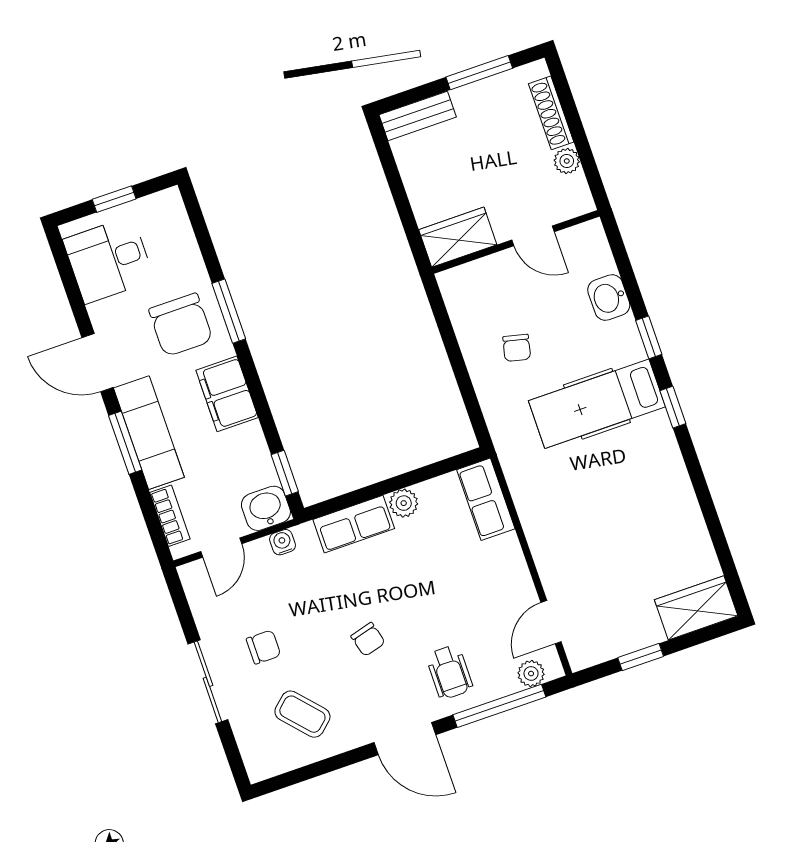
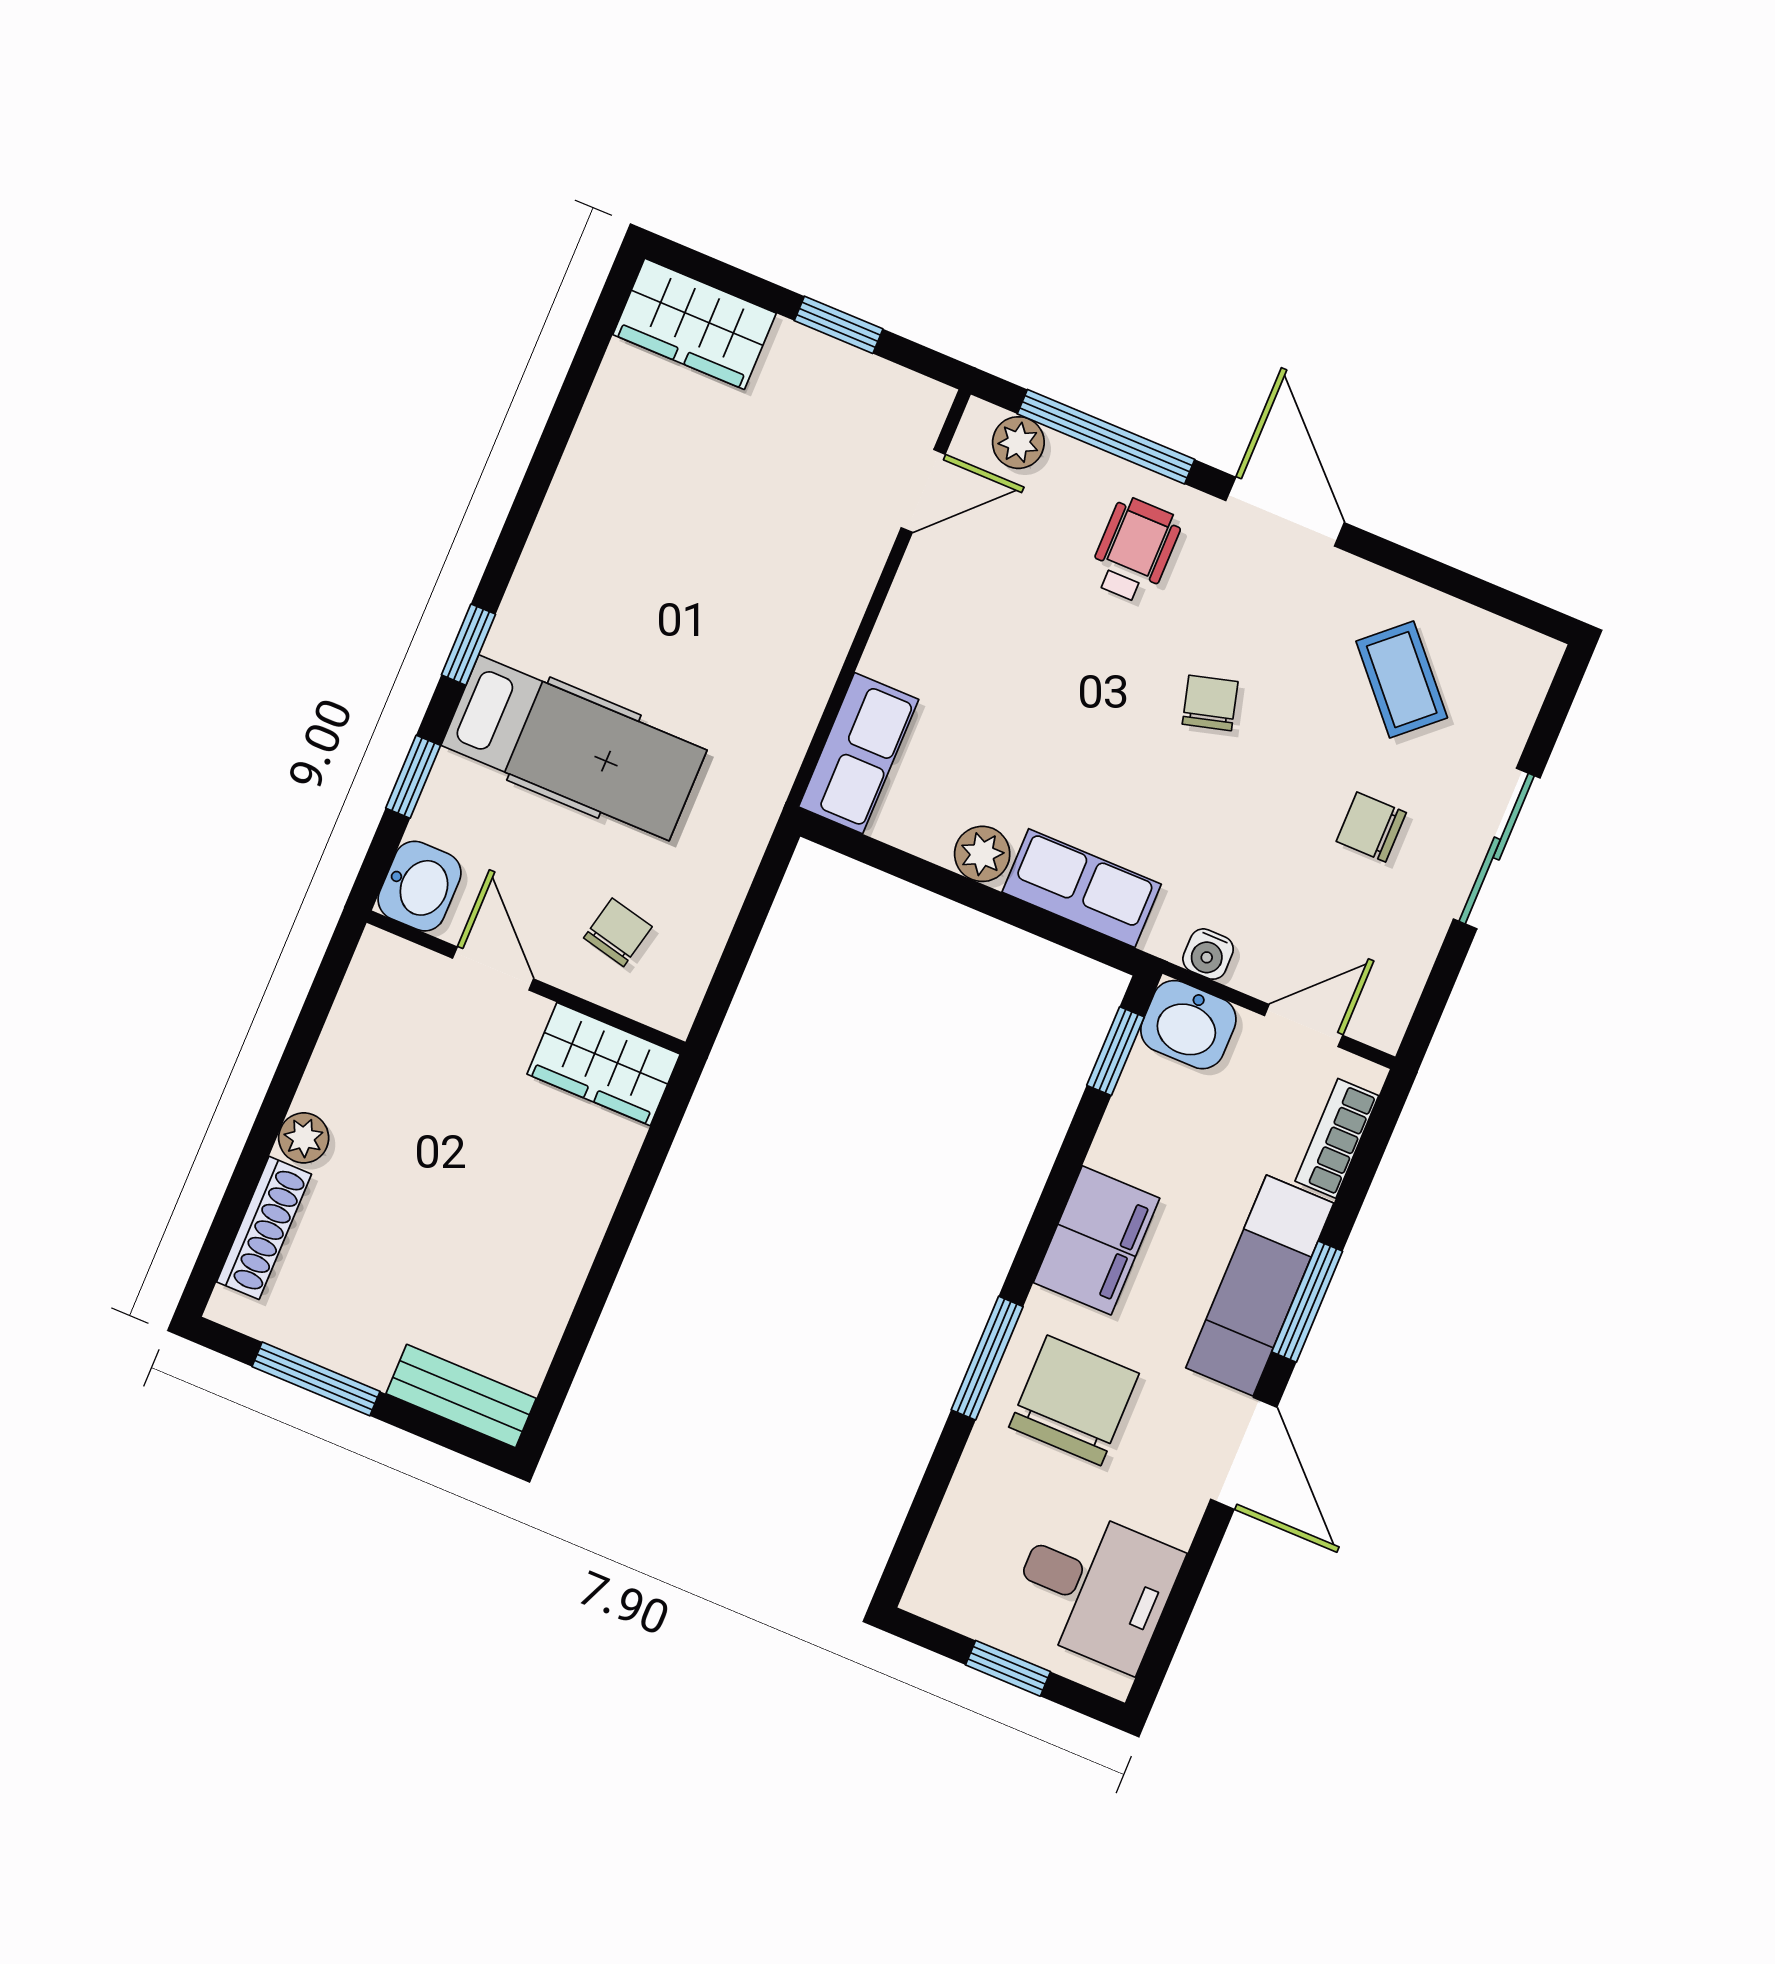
door: (533, 236) -> (493, 968), moved
wardrobe: (458, 237) -> (604, 1064), moved
wall: (516, 242) -> (526, 982), moved

